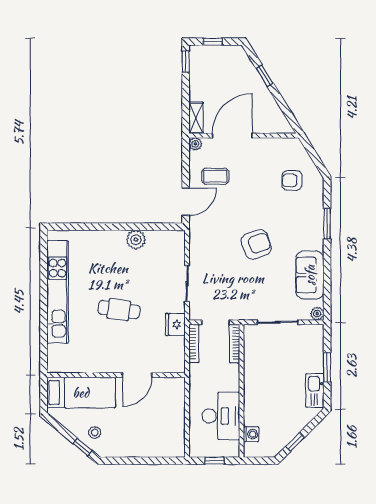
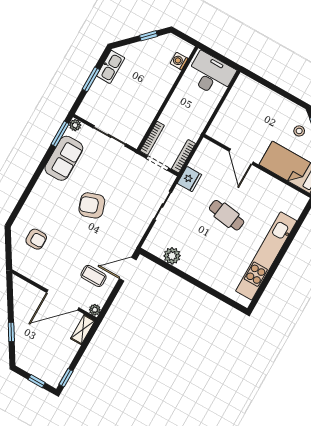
window: (327, 224) -> (60, 134), moved
plant: (136, 240) -> (172, 256), moved
door: (137, 375) -> (241, 157), swing flipped
desk: (221, 416) -> (211, 74), moved, turned 90
window: (214, 461) -> (219, 57), removed

